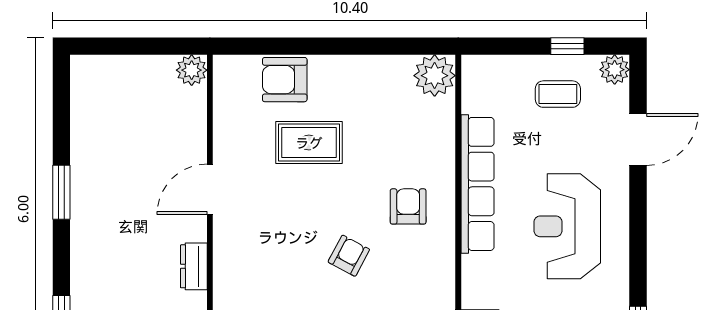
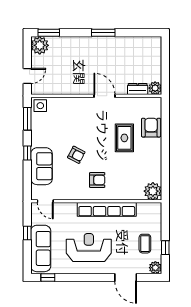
dresser: (194, 266) -> (138, 89), moved

